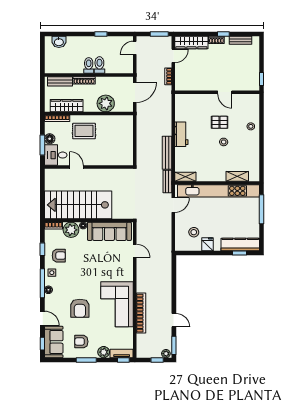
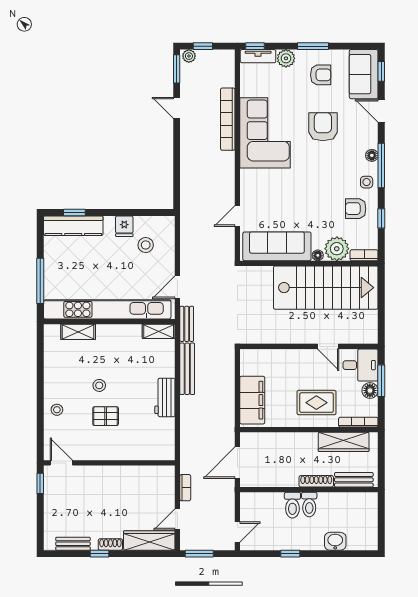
washbasin: (59, 42) -> (335, 541), moved
door: (225, 92) -> (61, 463), moved
plant: (106, 103) -> (283, 445), removed
filing cabinet: (125, 133) -> (252, 400), added
door: (135, 251) -> (237, 216), hinge flipped

